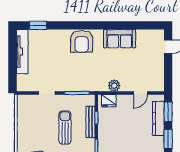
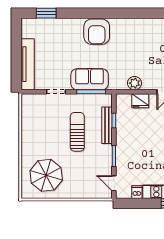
sofa: (120, 39) -> (90, 79), moved, turned 180
tv unit: (22, 52) -> (28, 64), moved
fridge: (109, 101) -> (140, 101), moved

